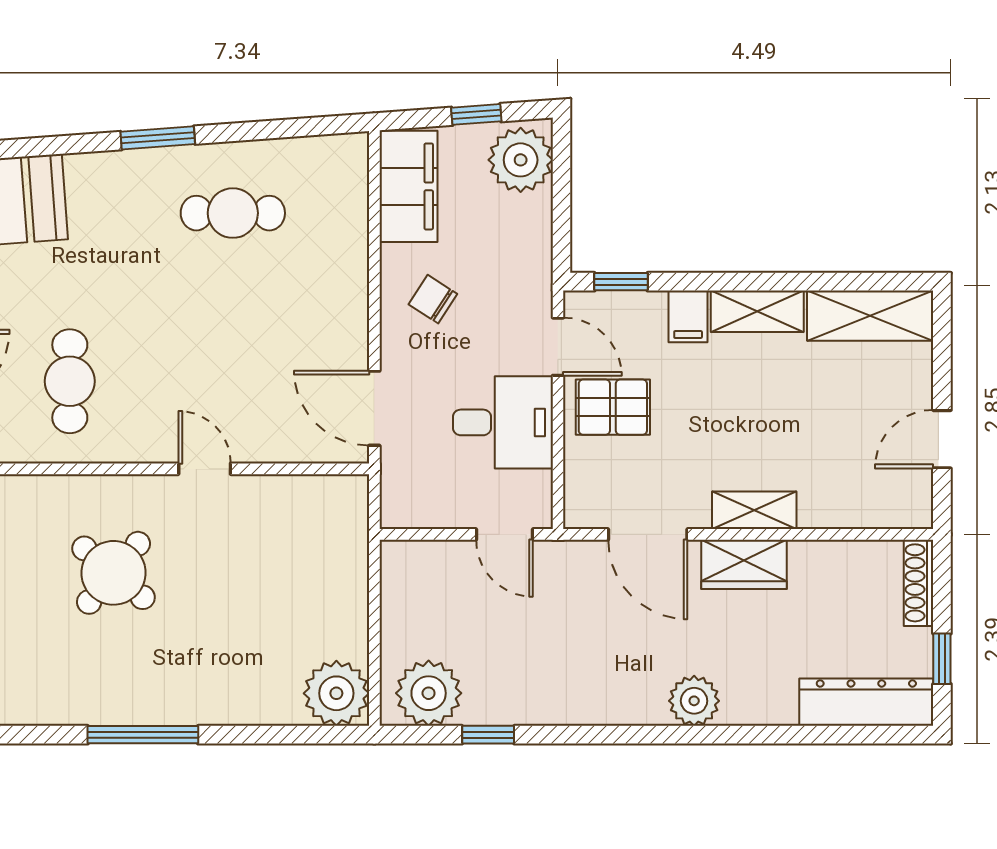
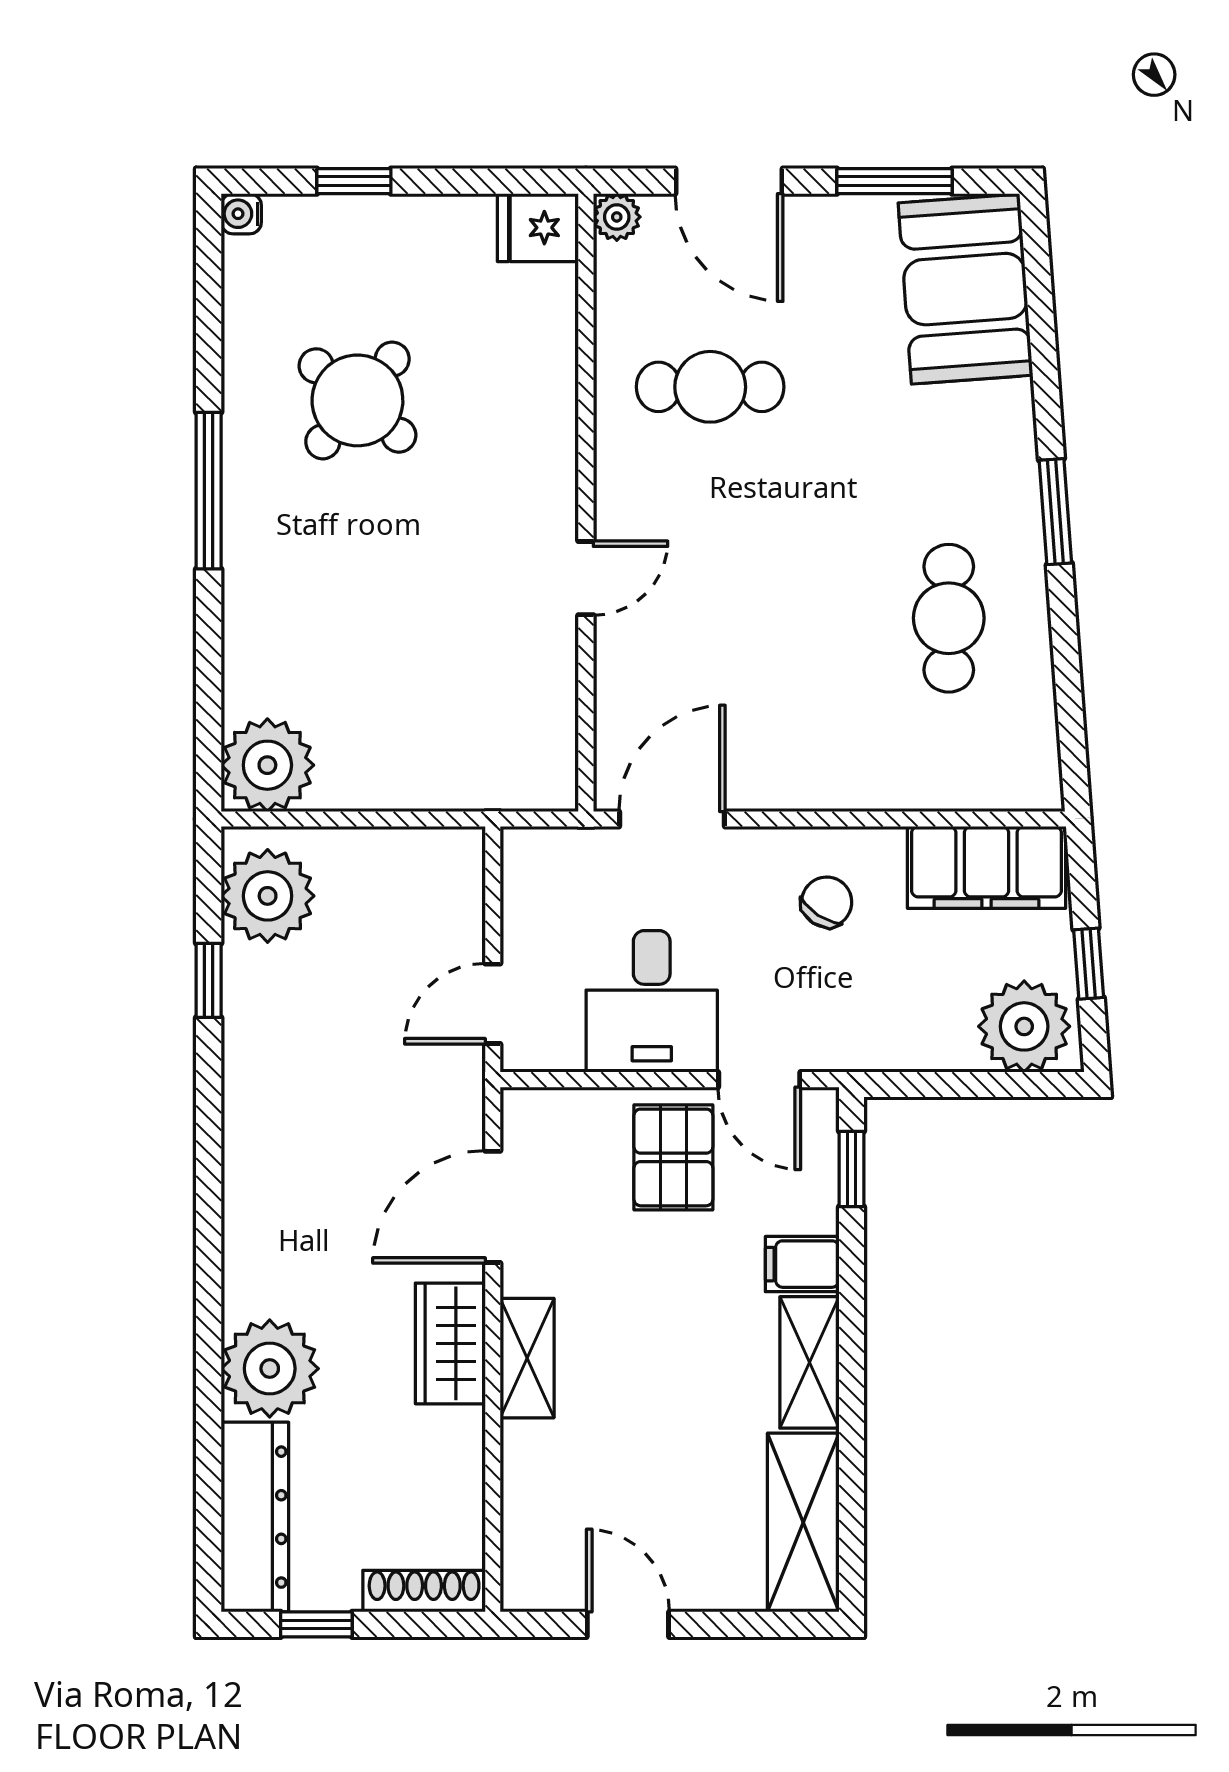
door: (558, 347) -> (759, 1080), hinge flipped
round table: (114, 573) -> (357, 400), moved
plant: (694, 701) -> (270, 1369), moved, width x1.36, depth x1.36

